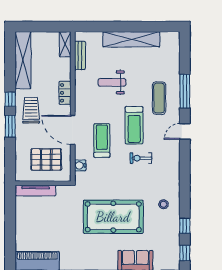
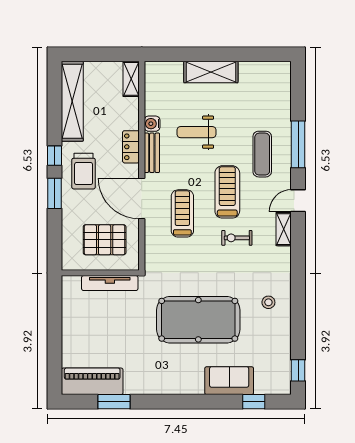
shelving: (131, 39) -> (211, 72), width x0.68
bench: (80, 55) -> (152, 153), moved
trolley: (31, 110) -> (84, 171), turned 180
treadmill: (134, 125) -> (227, 192), turned 180
shelving: (174, 152) -> (284, 229), added
water cooler: (80, 165) -> (152, 124), moved
tv unit: (36, 190) -> (110, 283), moved
window: (185, 226) -> (298, 332), removed

